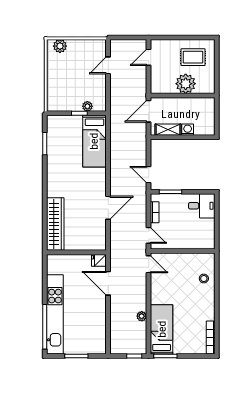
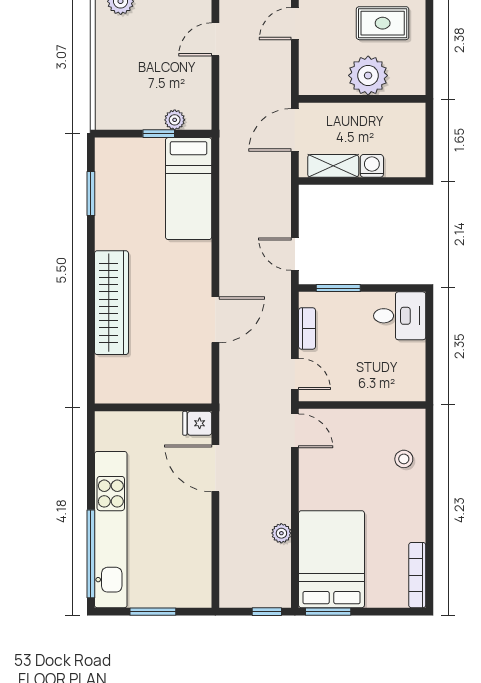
wardrobe: (55, 224) -> (111, 303), moved
bed: (162, 329) -> (332, 559), width x1.50

